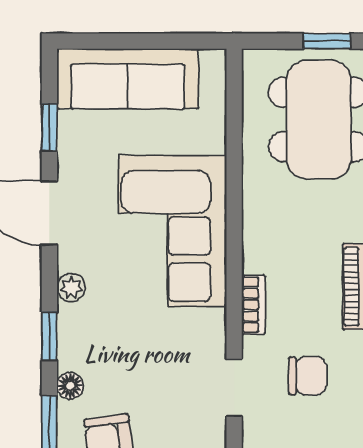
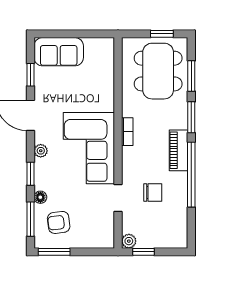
sofa: (128, 79) -> (59, 52), width x0.73
corner sofa: (173, 231) -> (89, 148), moved
bookcase: (253, 305) -> (127, 132), moved

